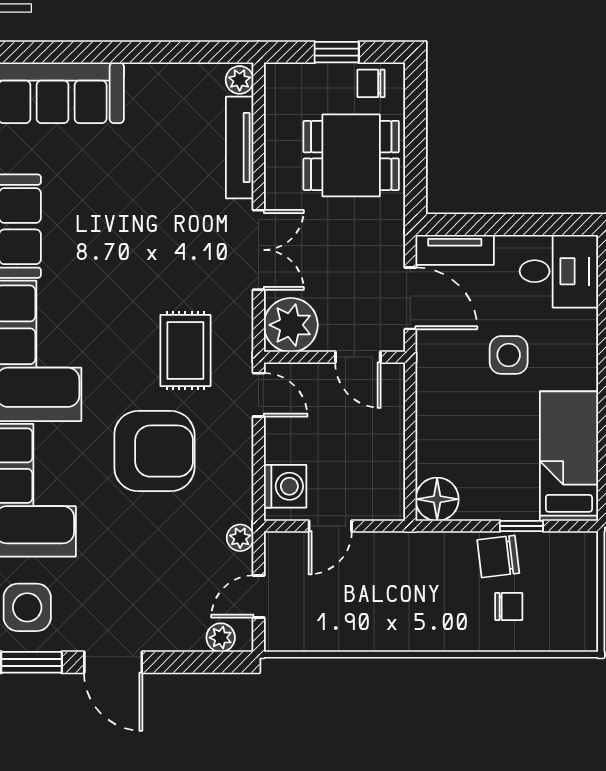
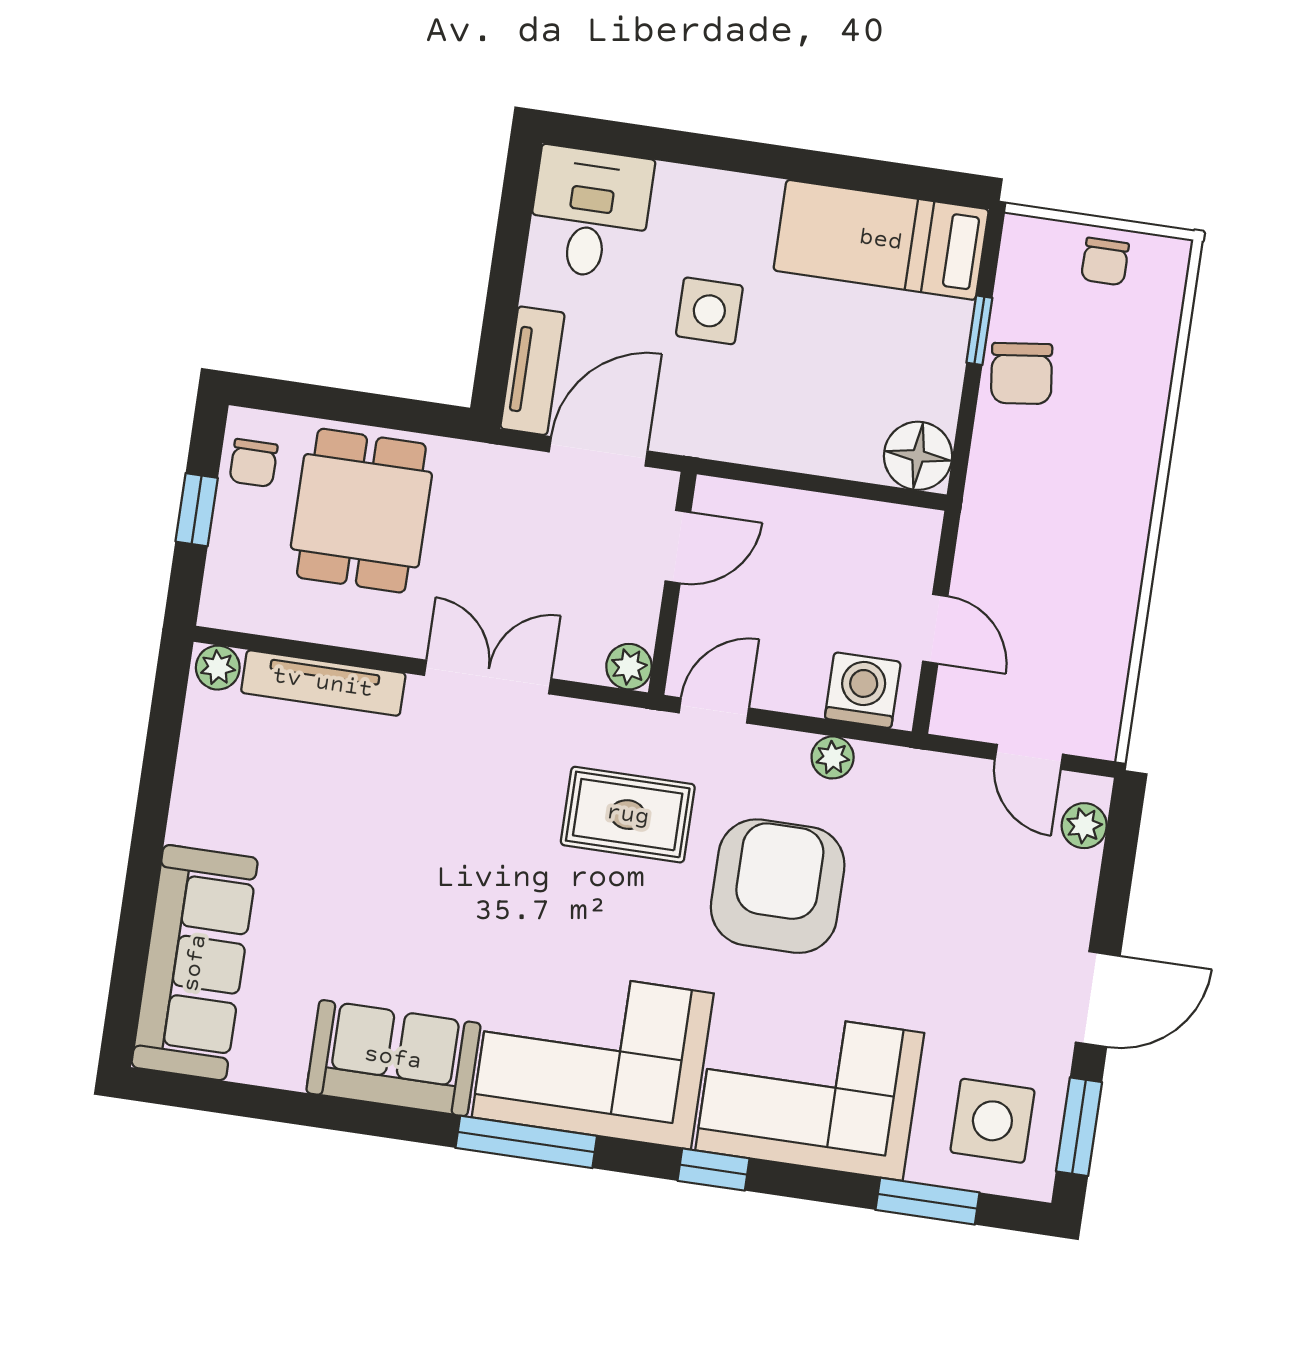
plant: (291, 325) -> (629, 667), width x0.53, depth x0.53
plant: (240, 538) -> (833, 757), moved
chair: (509, 607) -> (1105, 262), moved, turned 180

